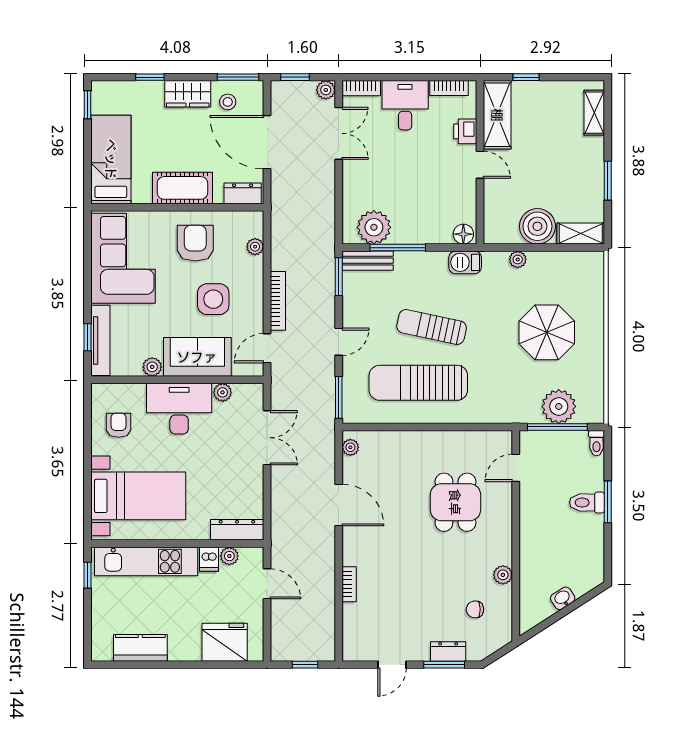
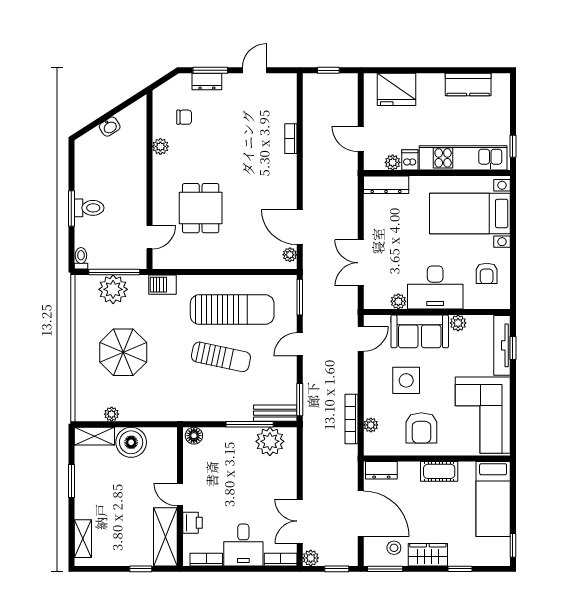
cot: (182, 188) -> (439, 471), width x0.73, depth x0.75
plant: (518, 259) -> (112, 414), moved
barbecue: (465, 262) -> (163, 285), moved, turned 180
bookcase: (278, 301) -> (351, 419), moved
door: (339, 505) -> (300, 227), moved

